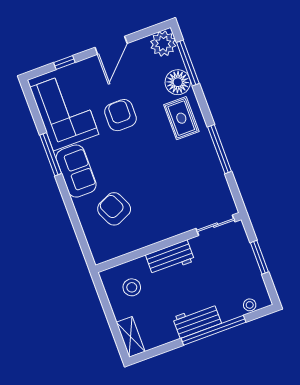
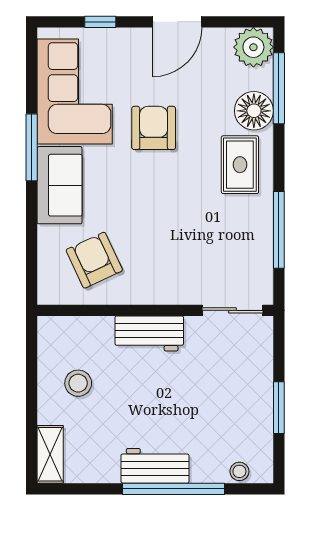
sliding door: (216, 225) -> (233, 310), moved
wall: (168, 242) -> (155, 310), moved
workbench: (170, 258) -> (149, 333), moved

